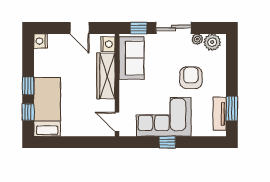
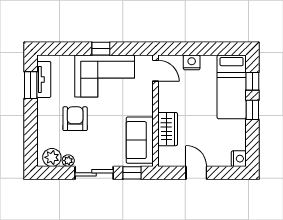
nightstand: (108, 44) -> (192, 62), moved, turned 90
wardrobe: (106, 76) -> (168, 129), width x0.67
armchair: (191, 78) -> (75, 119), turned 180

